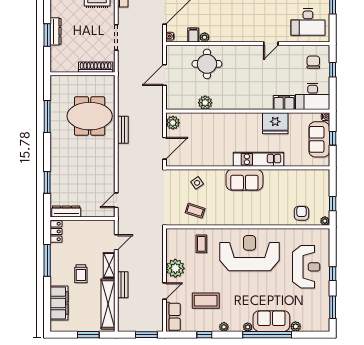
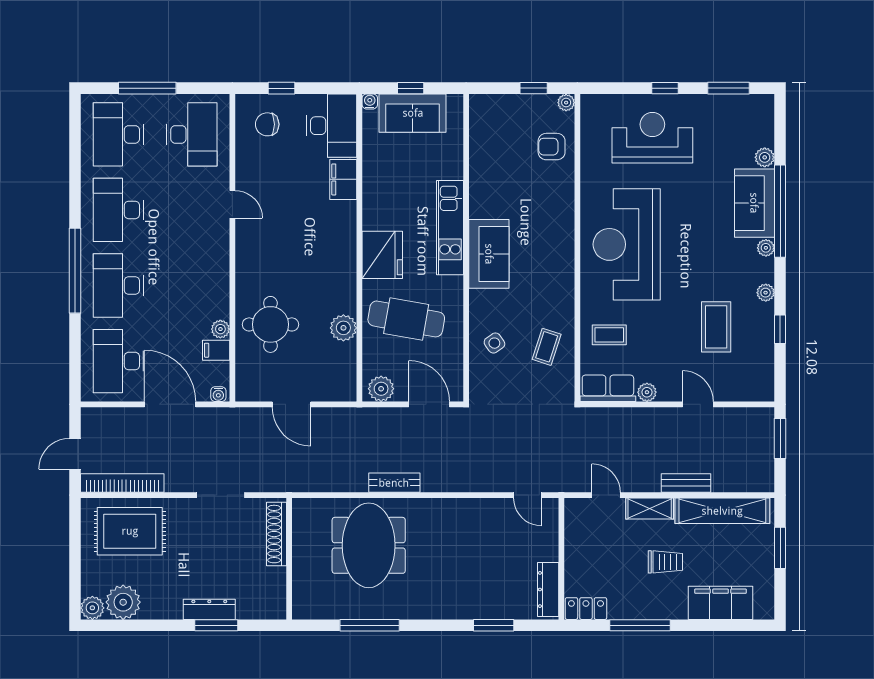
fridge: (275, 123) -> (382, 255), moved
cafe table: (210, 136) -> (406, 319), added
plant: (175, 268) -> (647, 392), width x0.53, depth x0.53
row of seats: (173, 317) -> (608, 388), moved

